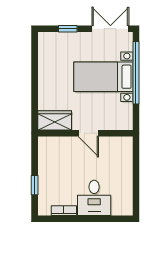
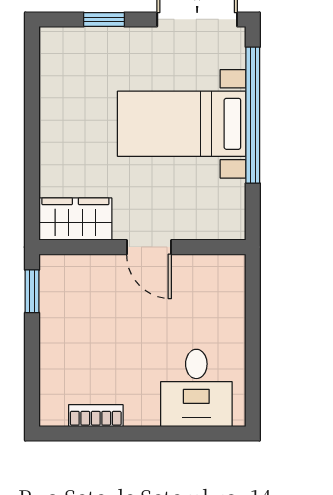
window: (35, 185) -> (32, 291), moved
desk: (94, 198) -> (196, 388), moved

